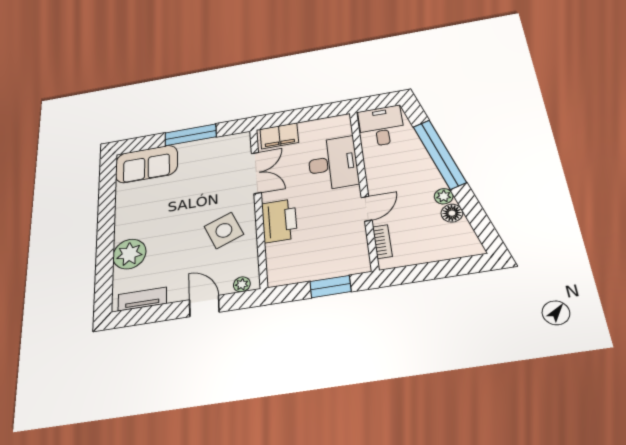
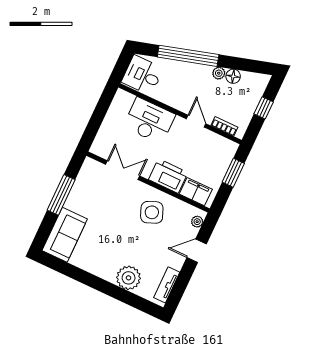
filing cabinet: (279, 136) -> (196, 192), moved, turned -90
window: (439, 270) -> (264, 108), added

